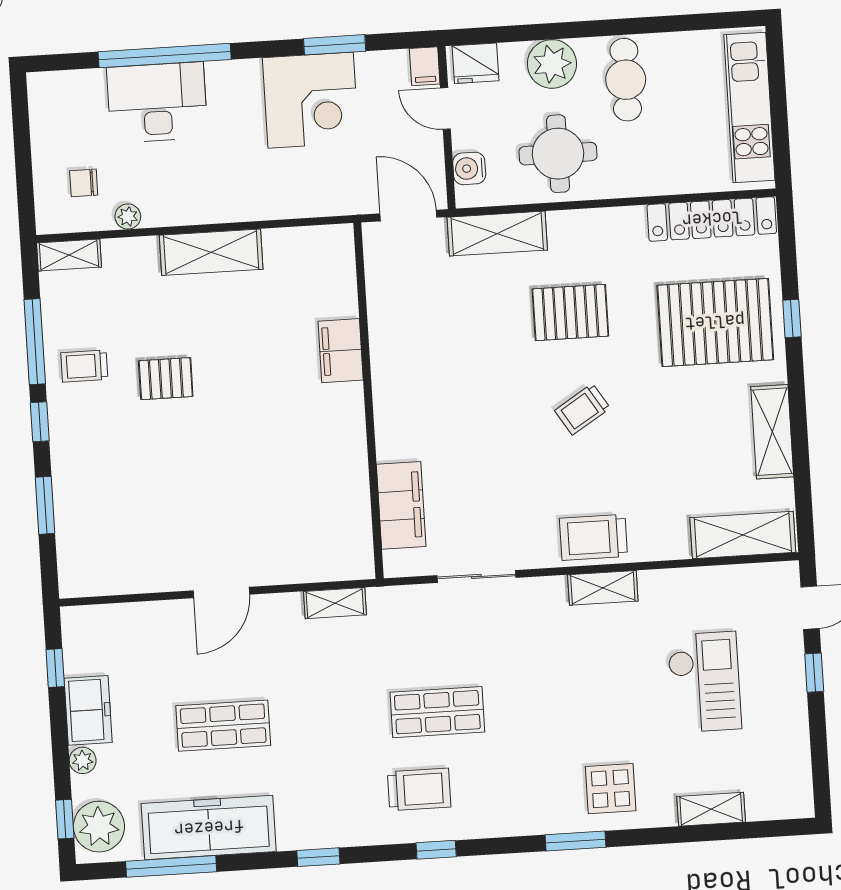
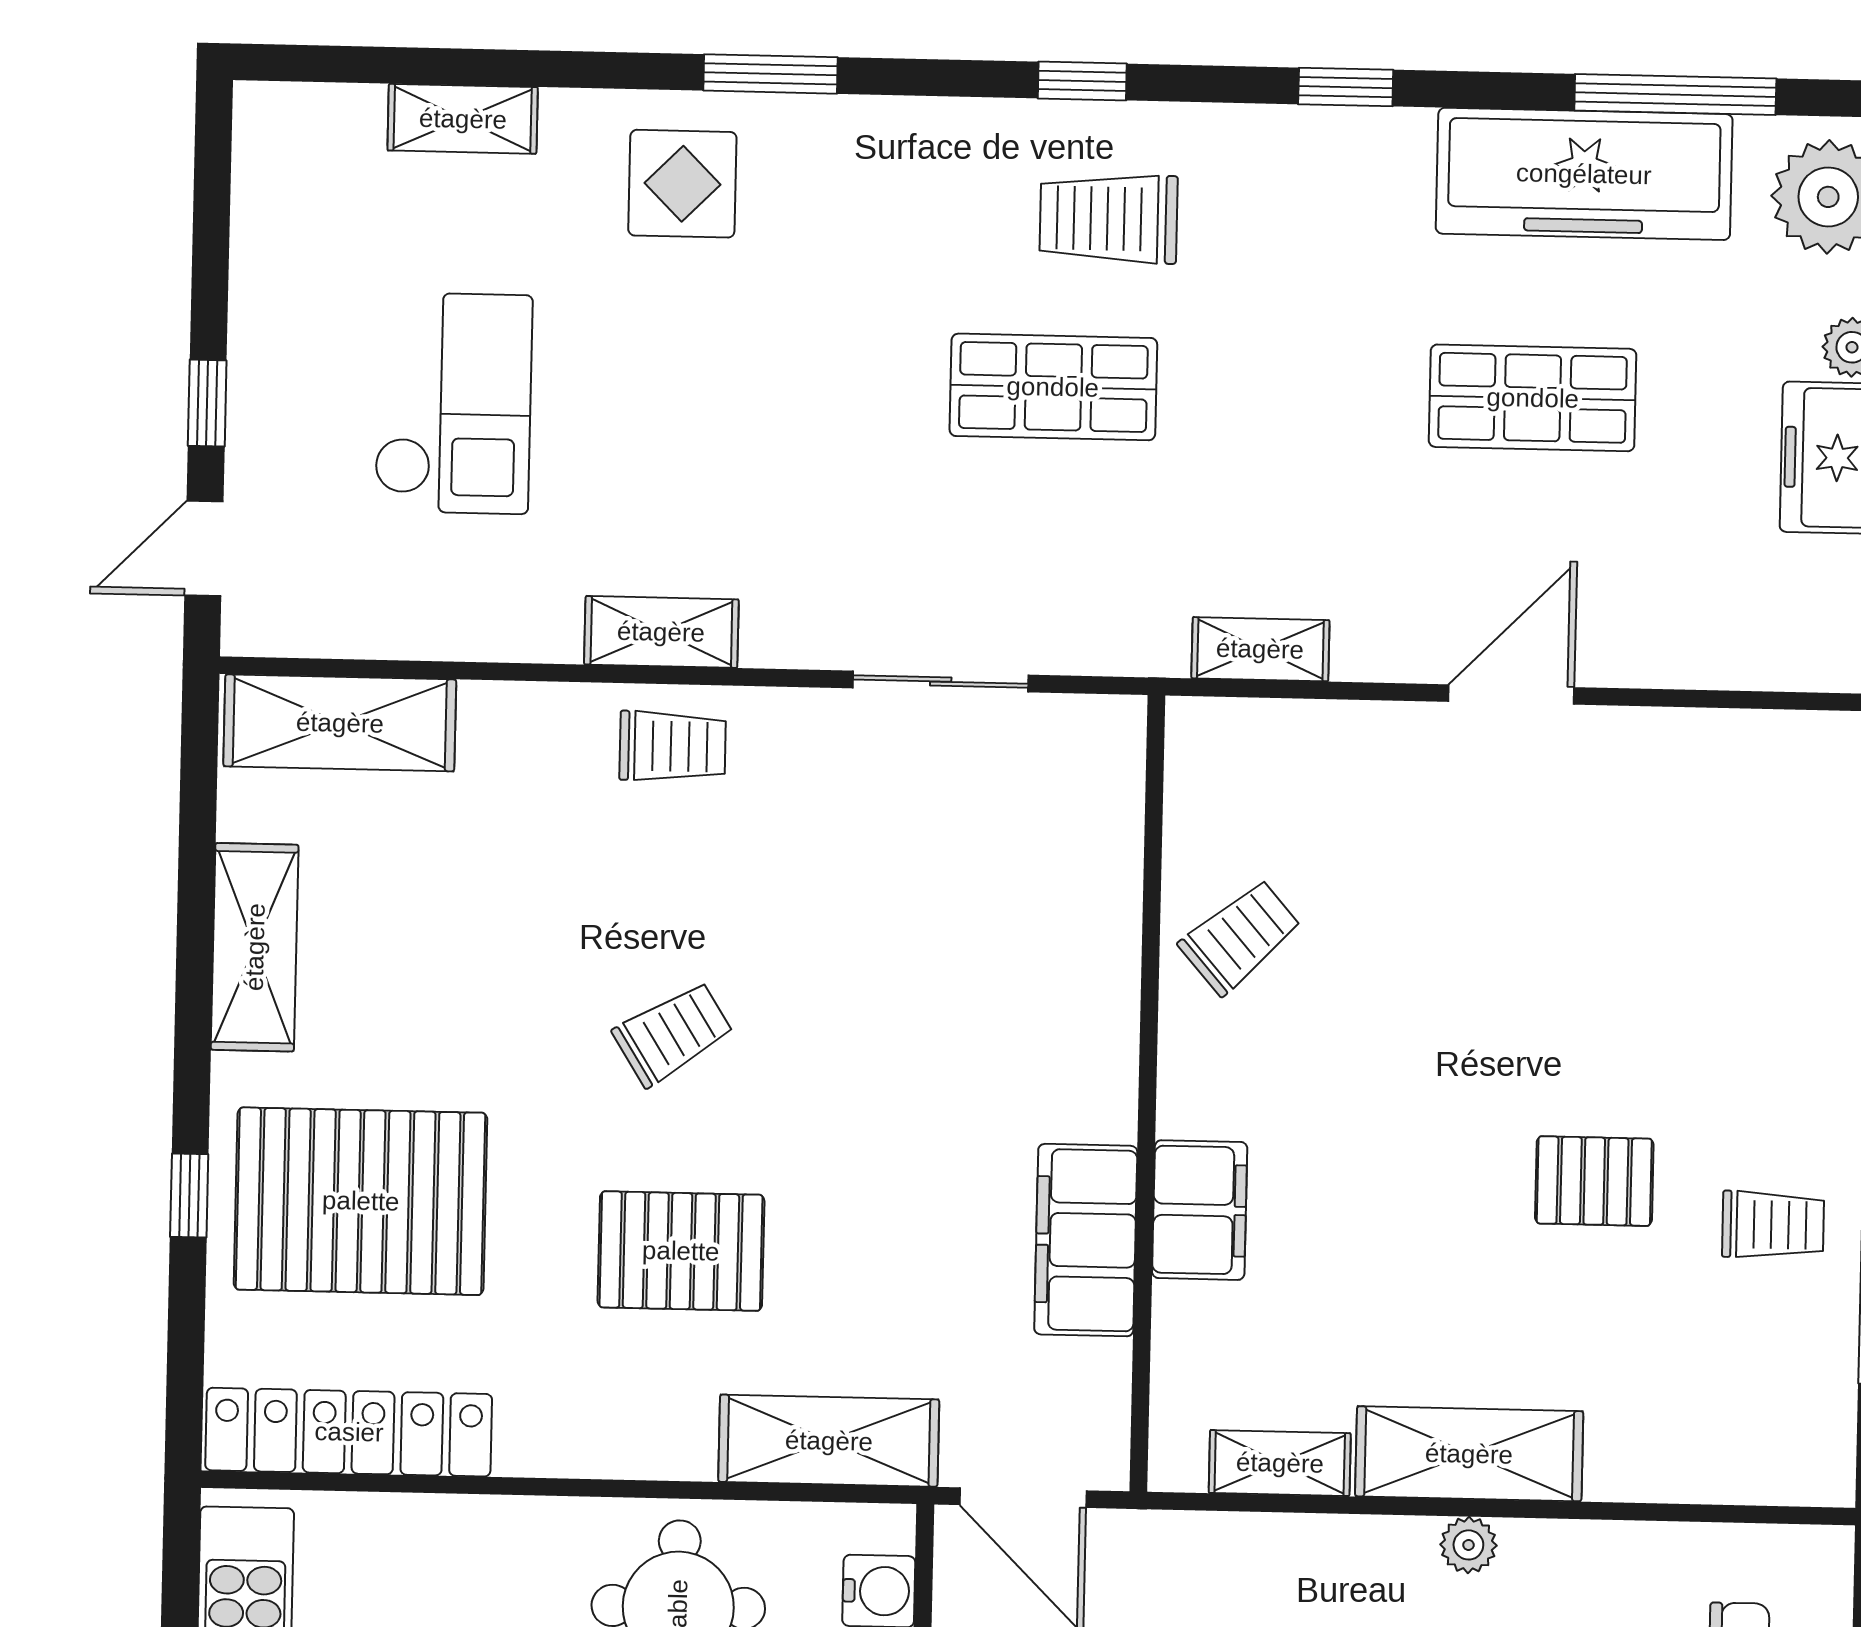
plant: (128, 217) -> (1468, 1545), moved
shelving: (69, 255) -> (1280, 1463), moved
trolley: (333, 474) -> (1240, 937), added
filing cabinet: (401, 505) -> (1086, 1240), moved
trolley: (593, 537) -> (673, 746), width x0.73, depth x0.72
checkout: (704, 682) -> (453, 403), turned 180

